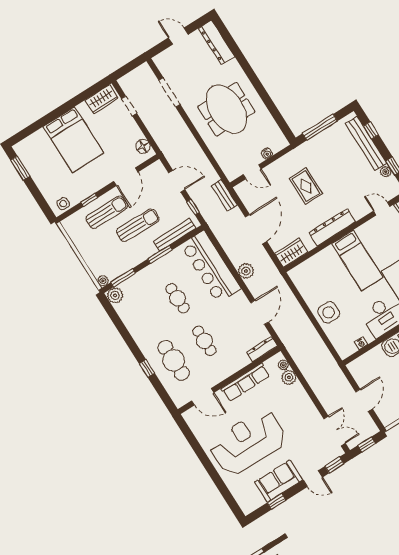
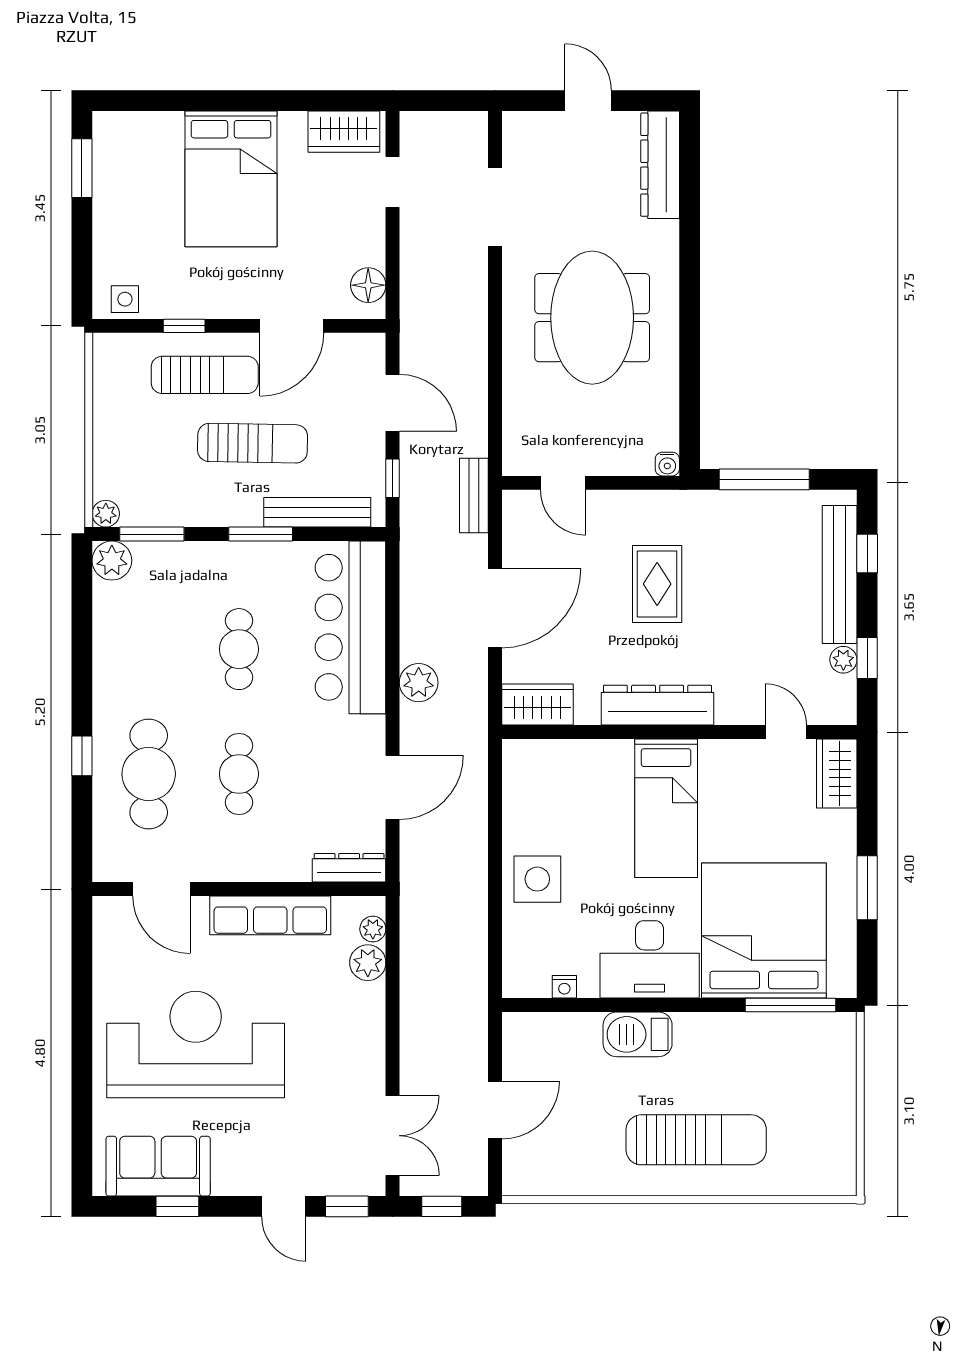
water cooler: (267, 153) -> (667, 464), moved
sofa: (279, 481) -> (158, 1166), moved

